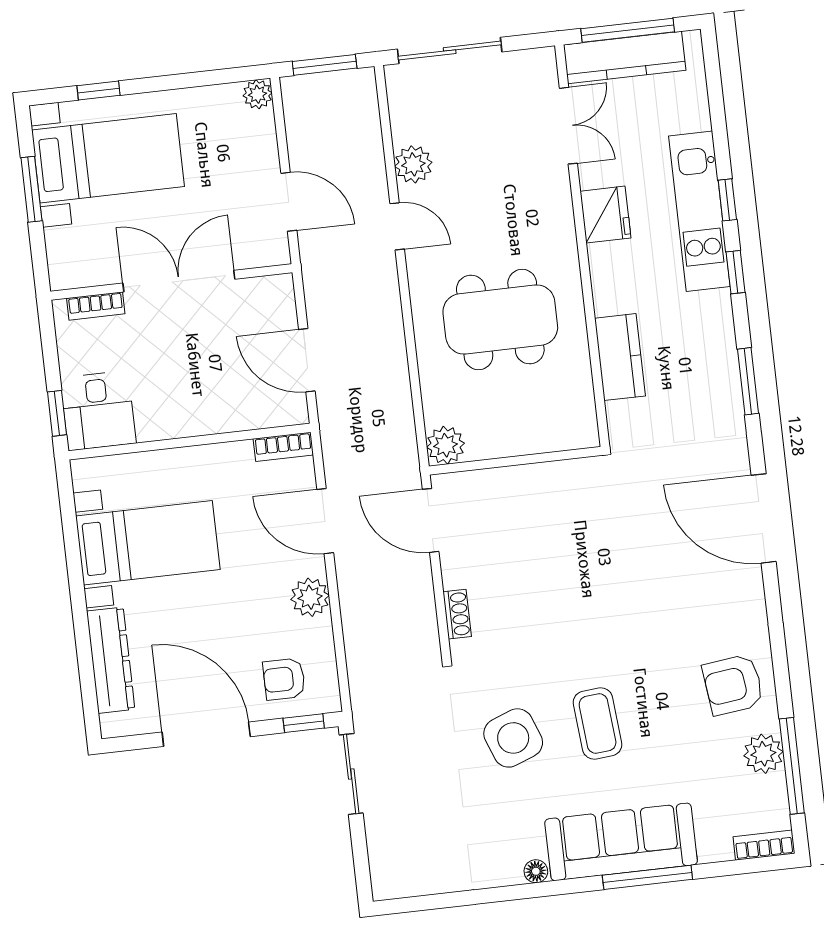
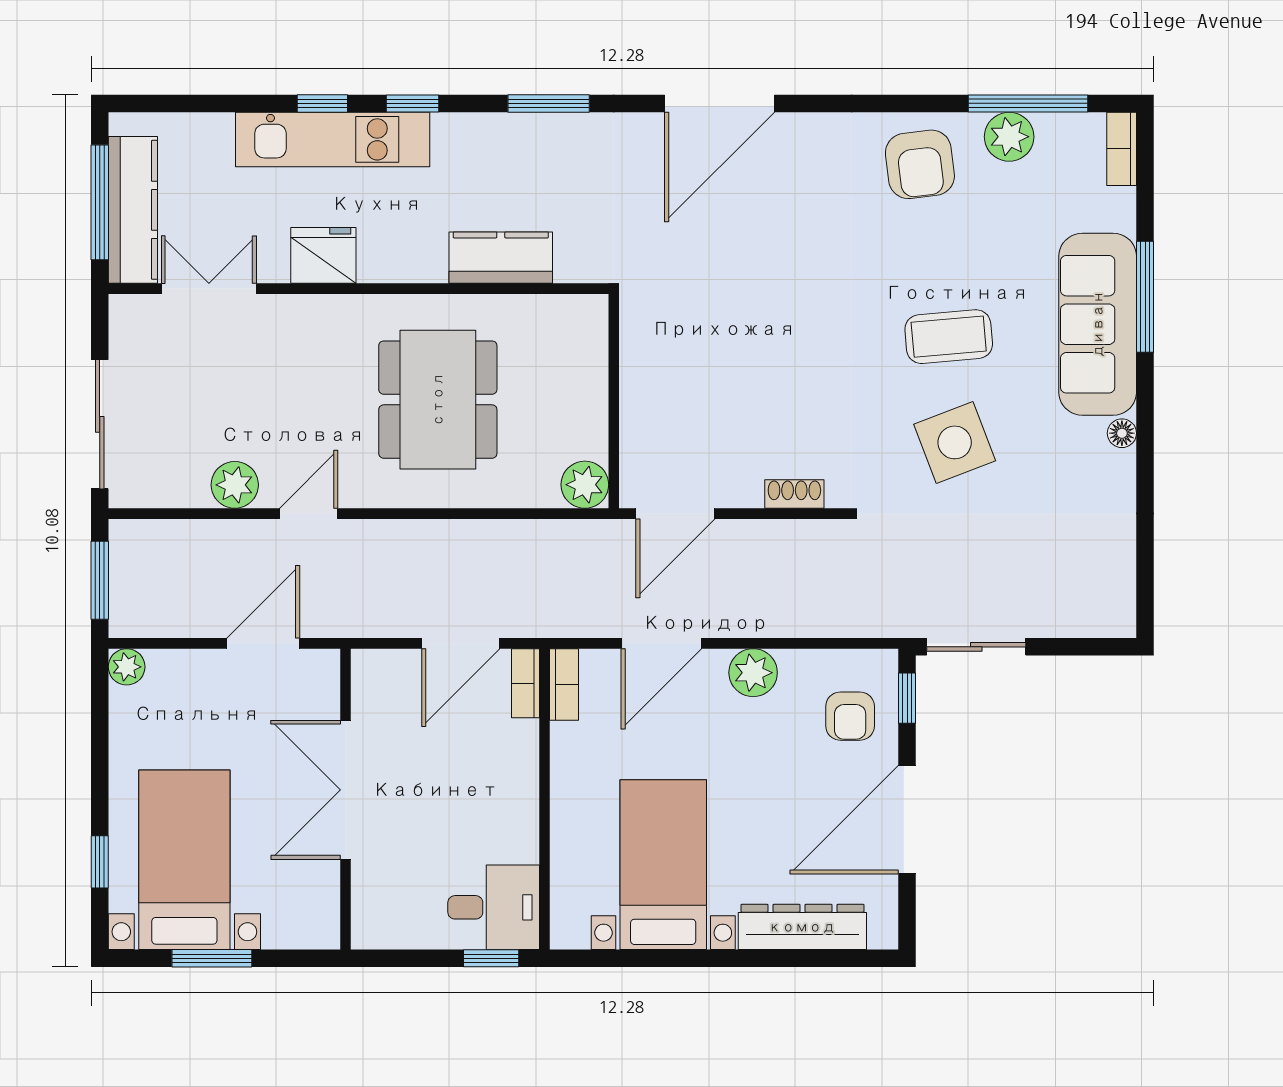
bookcase: (96, 306) -> (525, 683), moved, turned 180

